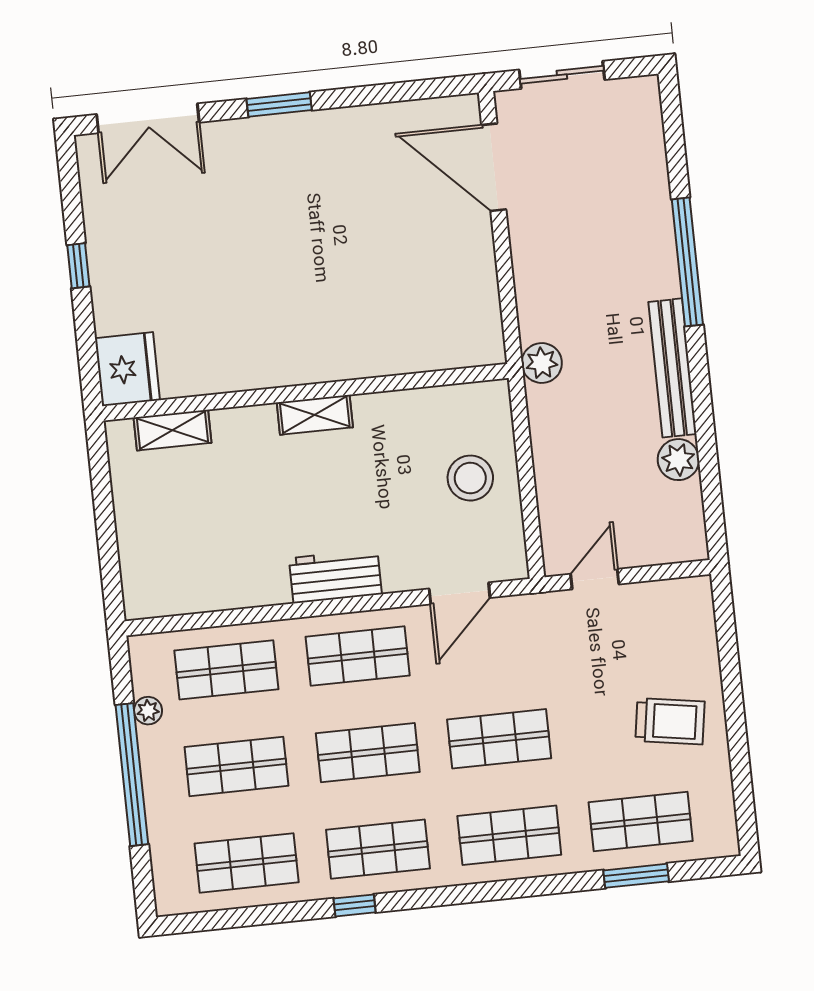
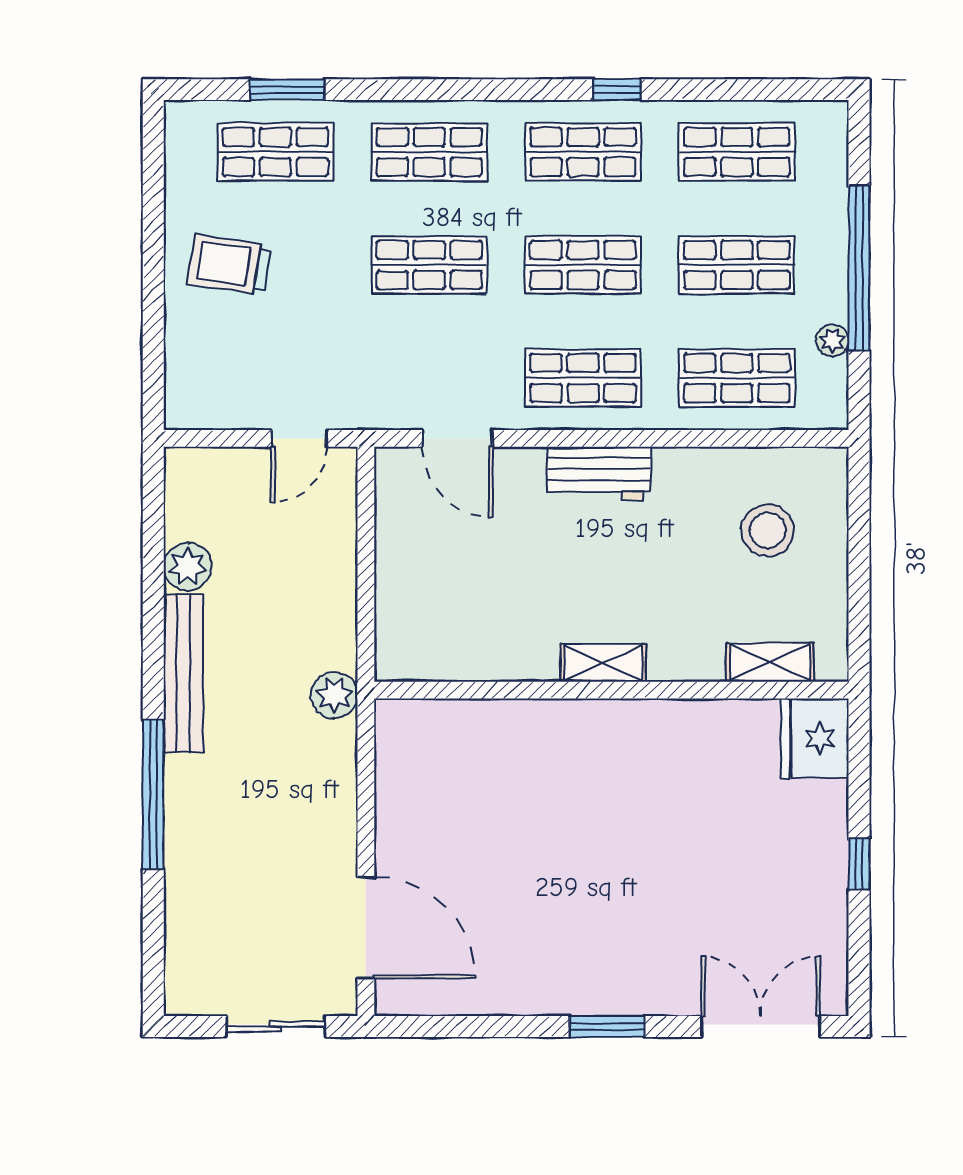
stool: (470, 478) -> (768, 530), moved
door: (460, 593) -> (457, 438), swing flipped

